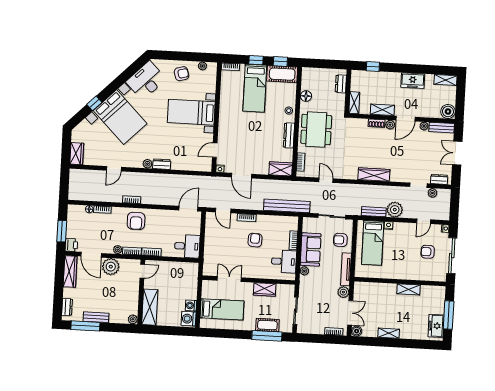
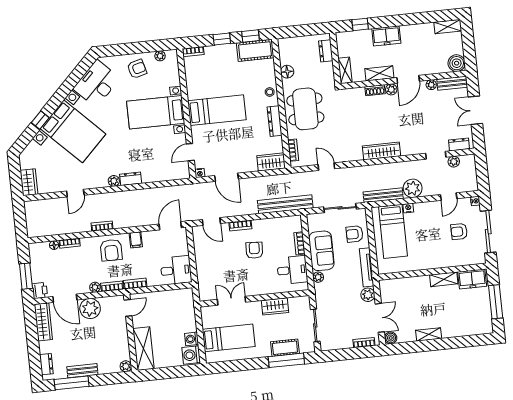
freezer: (413, 81) -> (386, 36), moved
bed: (255, 88) -> (217, 110), moved, turned -90
bench: (374, 212) -> (383, 195), width x1.36
filing cabinet: (158, 216) -> (136, 240), added
freezer: (436, 326) -> (472, 279), moved, turned -90

